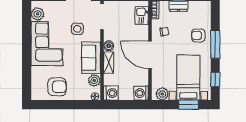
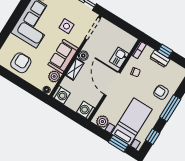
kitchen sink: (142, 16) -> (119, 58), moved
armchair: (57, 87) -> (21, 63), turned -90

